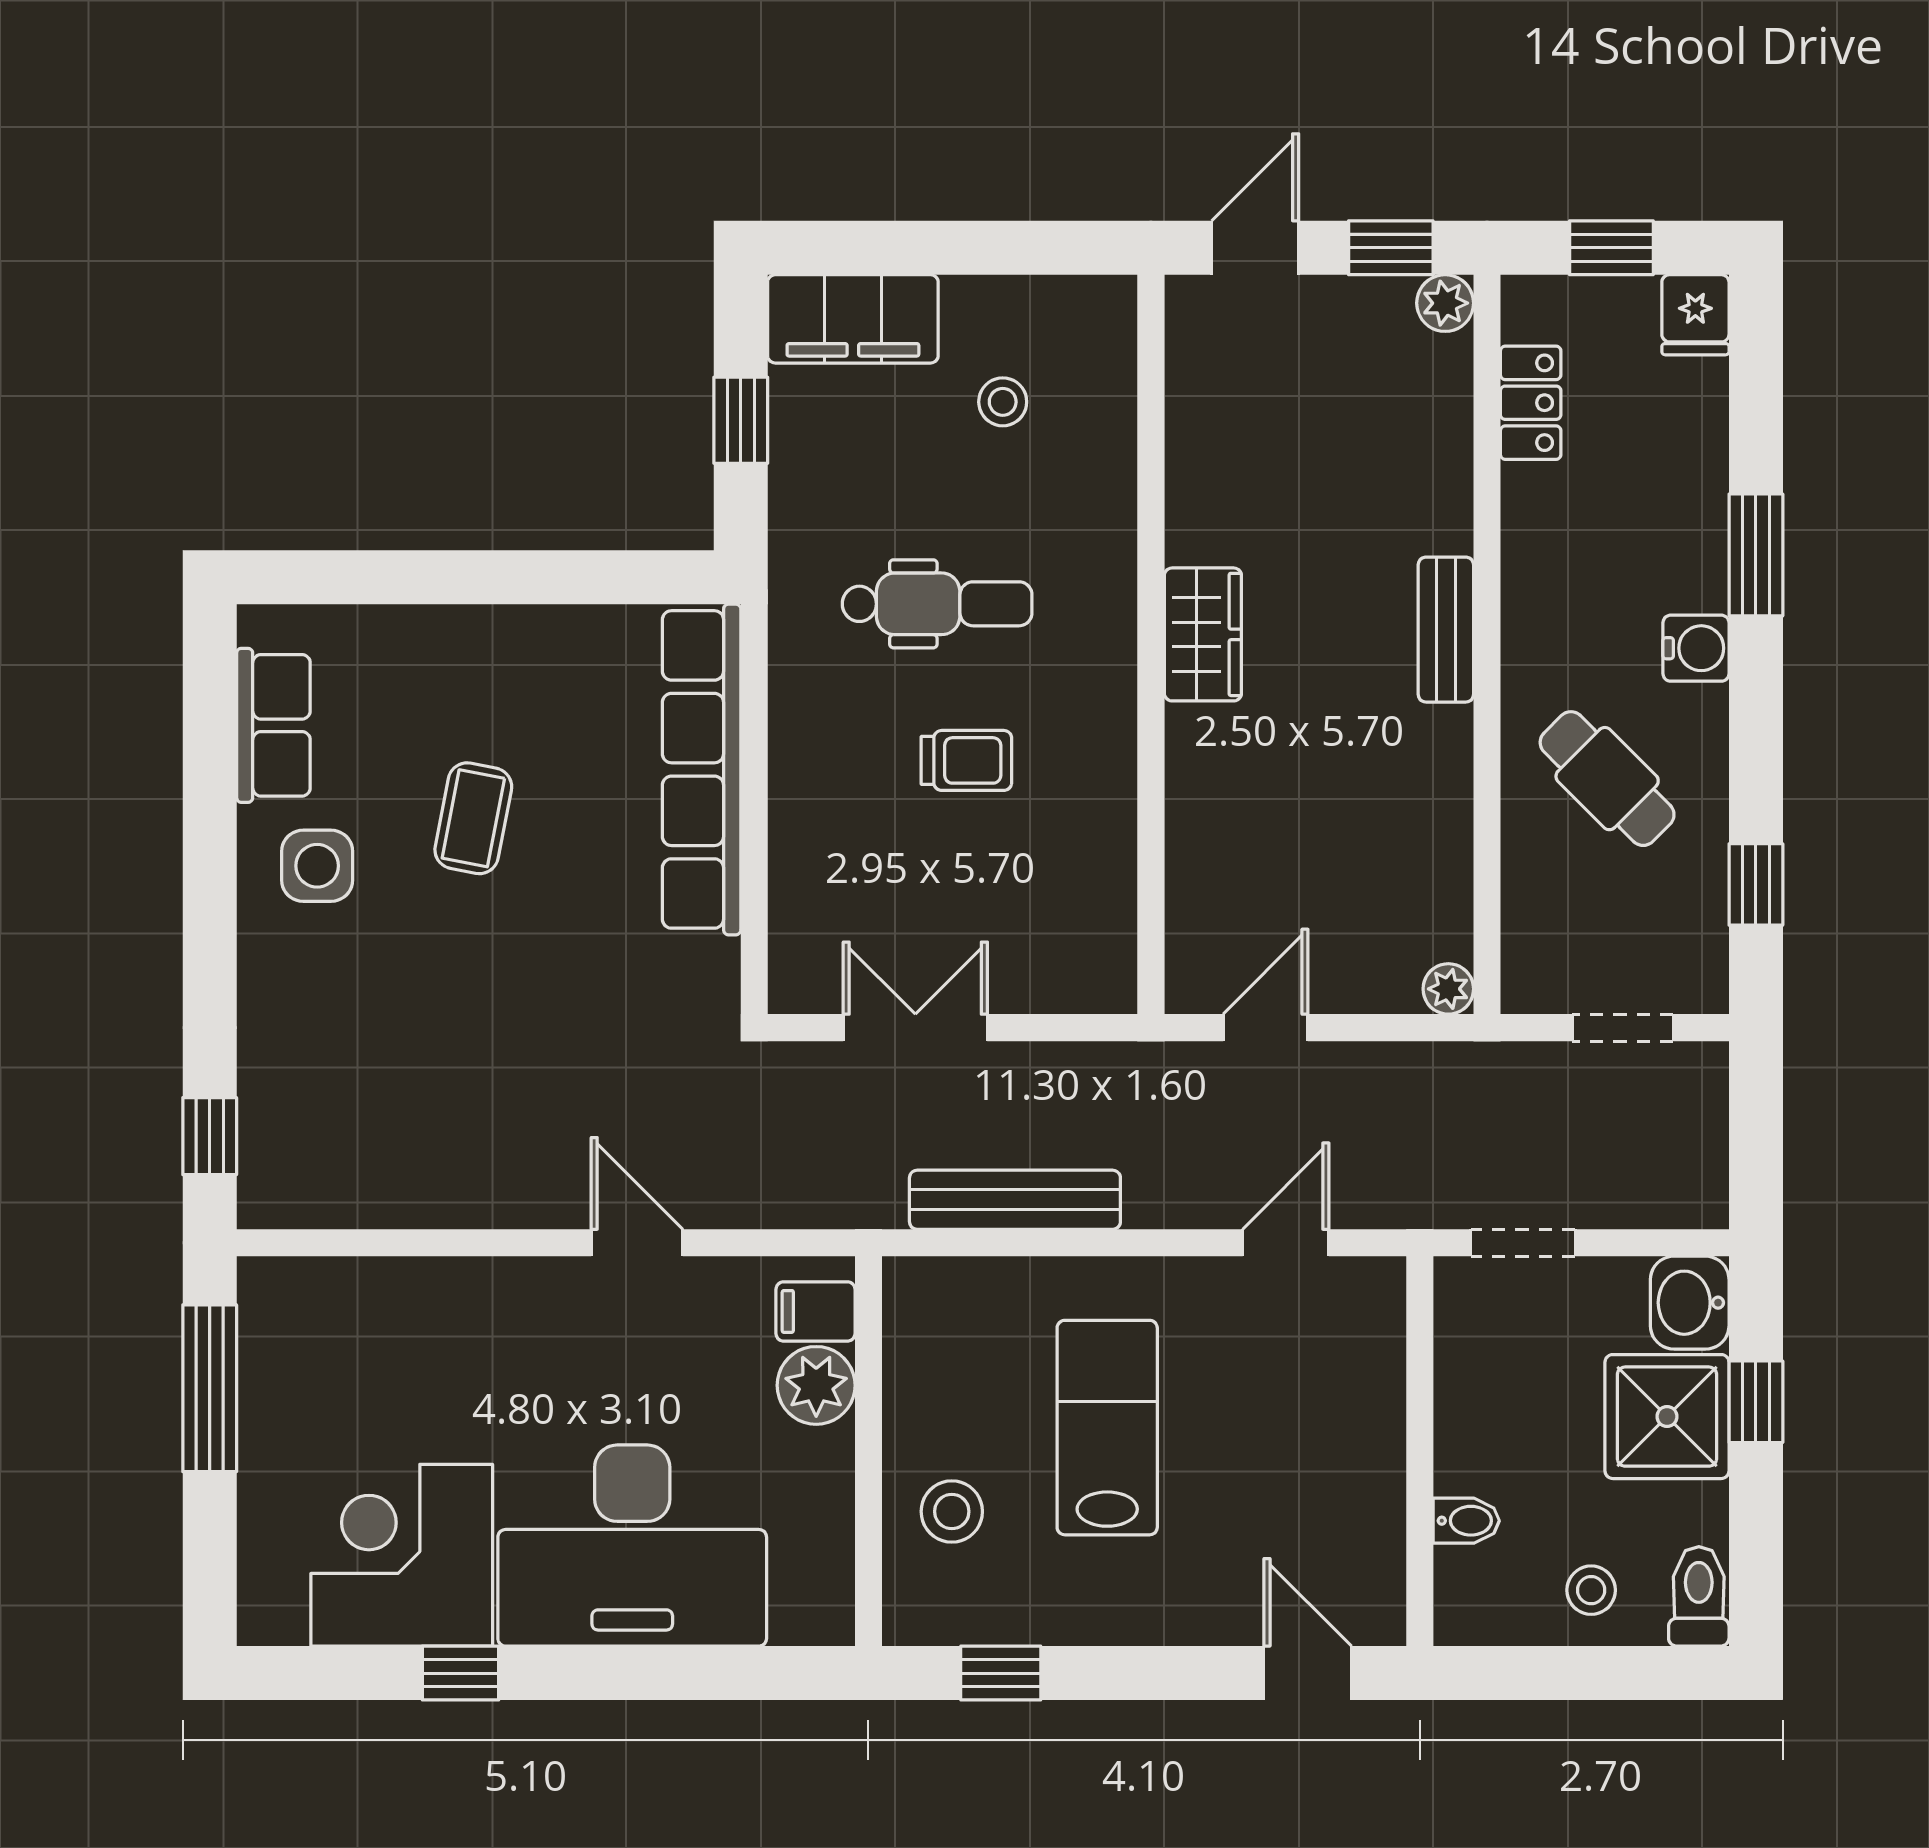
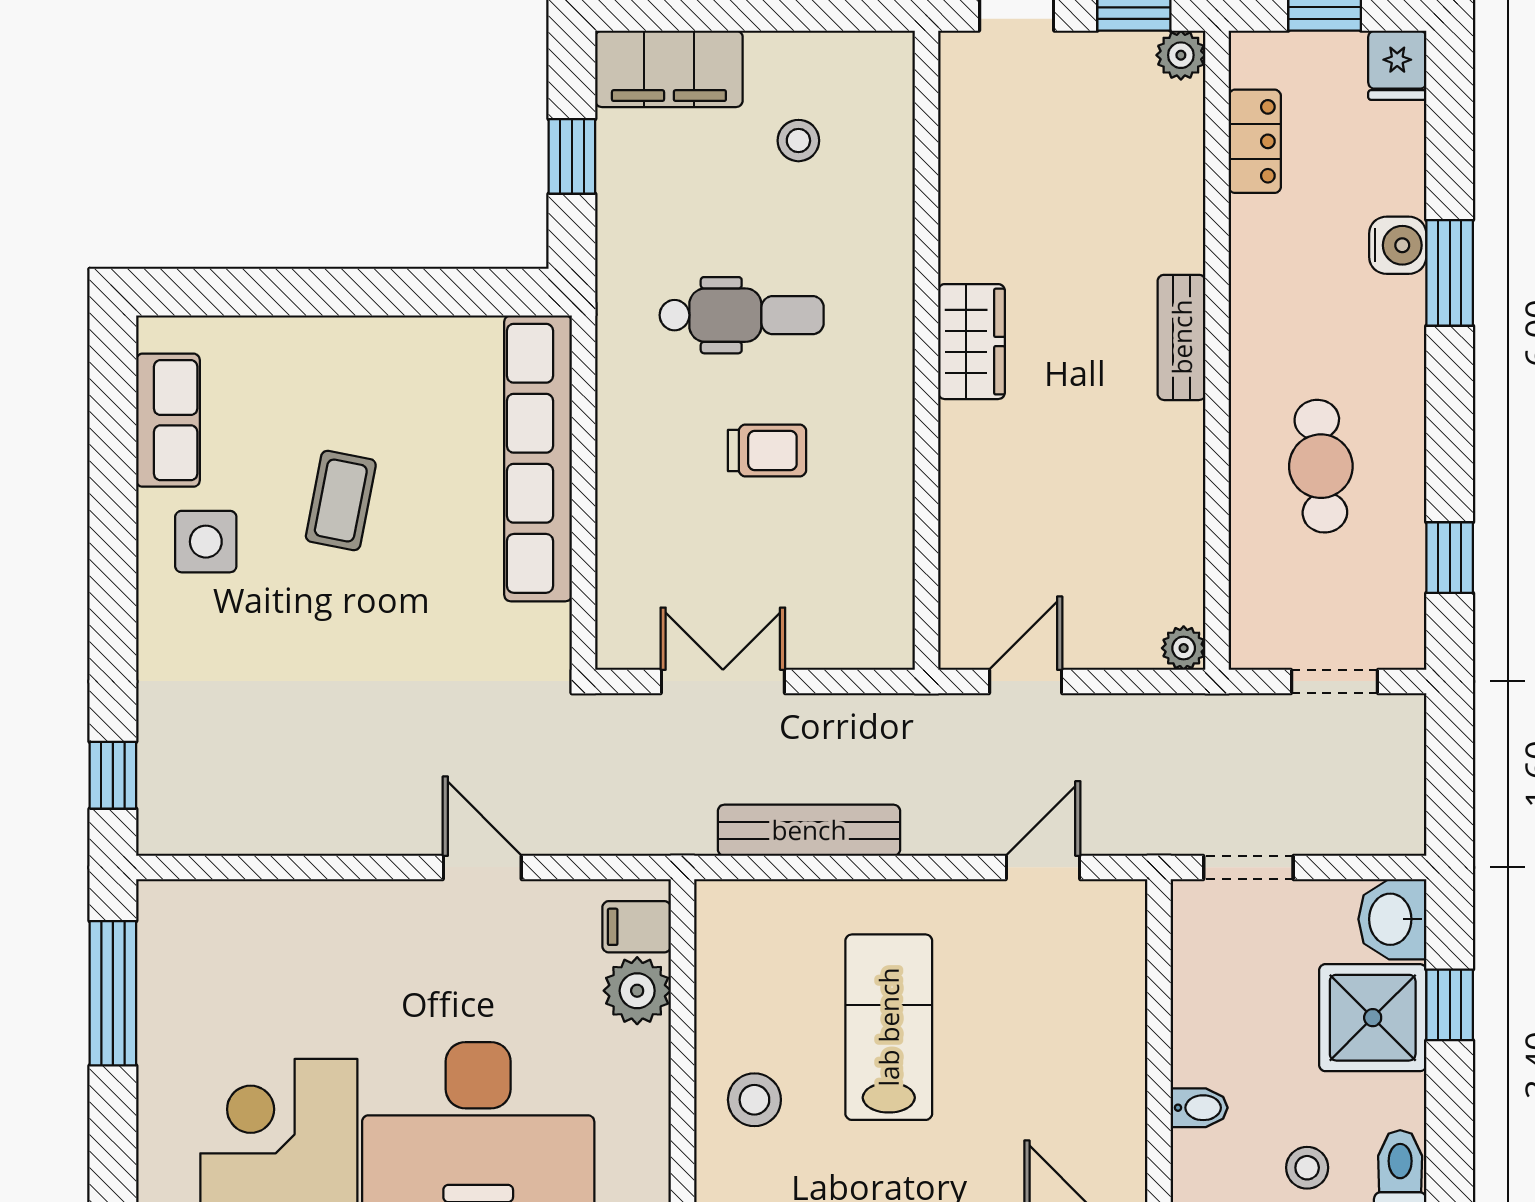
water cooler: (1696, 648) -> (1398, 245), moved
cafe table: (1607, 779) -> (1321, 466), turned 40

